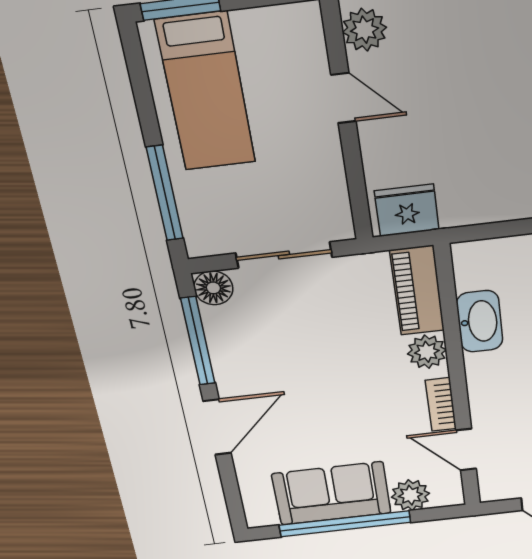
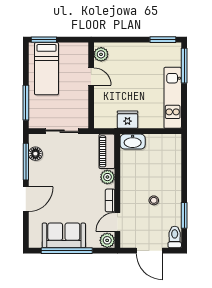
fridge: (407, 210) -> (128, 120), moved
floor lamp: (213, 288) -> (35, 154), moved
washbasin: (480, 321) -> (133, 142), moved, turned 90
door: (466, 450) -> (117, 222), hinge flipped
plant: (410, 495) -> (107, 240), moved

